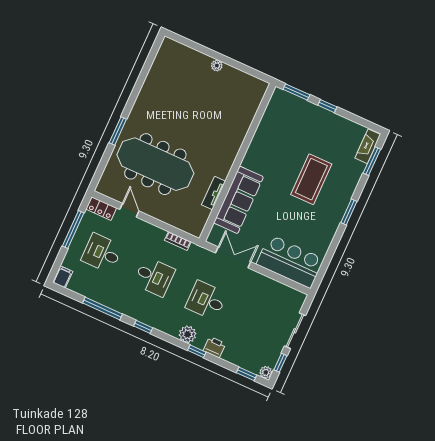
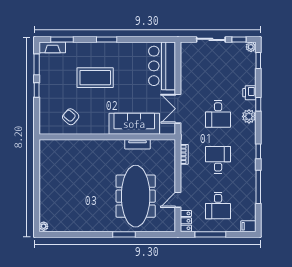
plant: (217, 65) -> (44, 226), moved
window: (296, 92) -> (37, 64), moved
armchair: (279, 131) -> (71, 117), added

